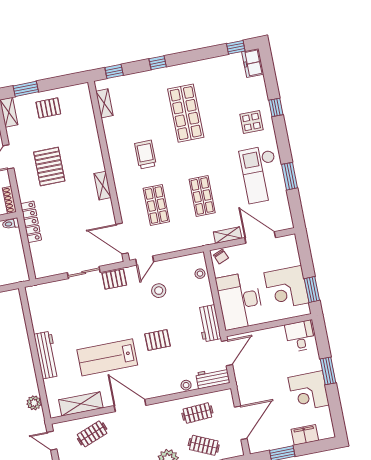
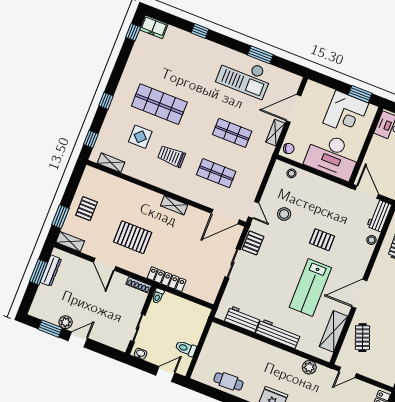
display table: (251, 122) -> (140, 137), moved
workbench: (209, 323) -> (243, 319), moved, turned 180
pallet: (158, 340) -> (322, 240), turned 90

